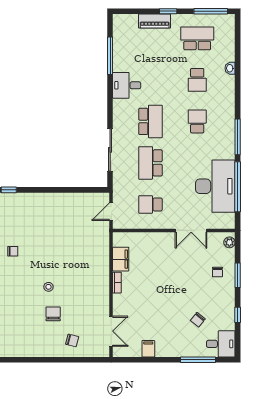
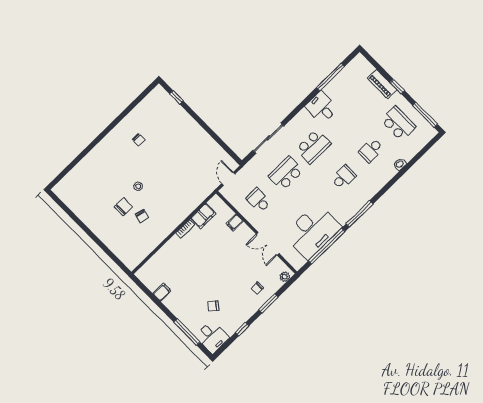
door: (111, 212) -> (228, 179), hinge flipped
filing cabinet: (150, 240) -> (235, 222), added
double door: (111, 331) -> (149, 256), removed
chair: (72, 340) -> (142, 216), moved

